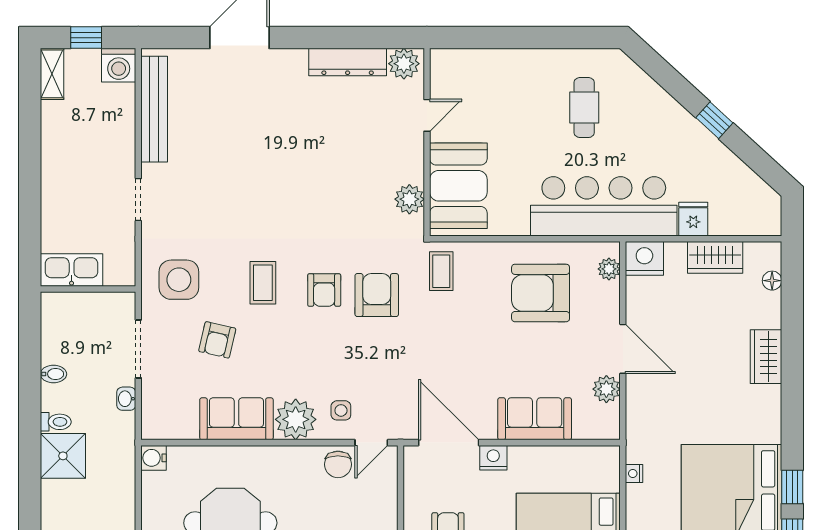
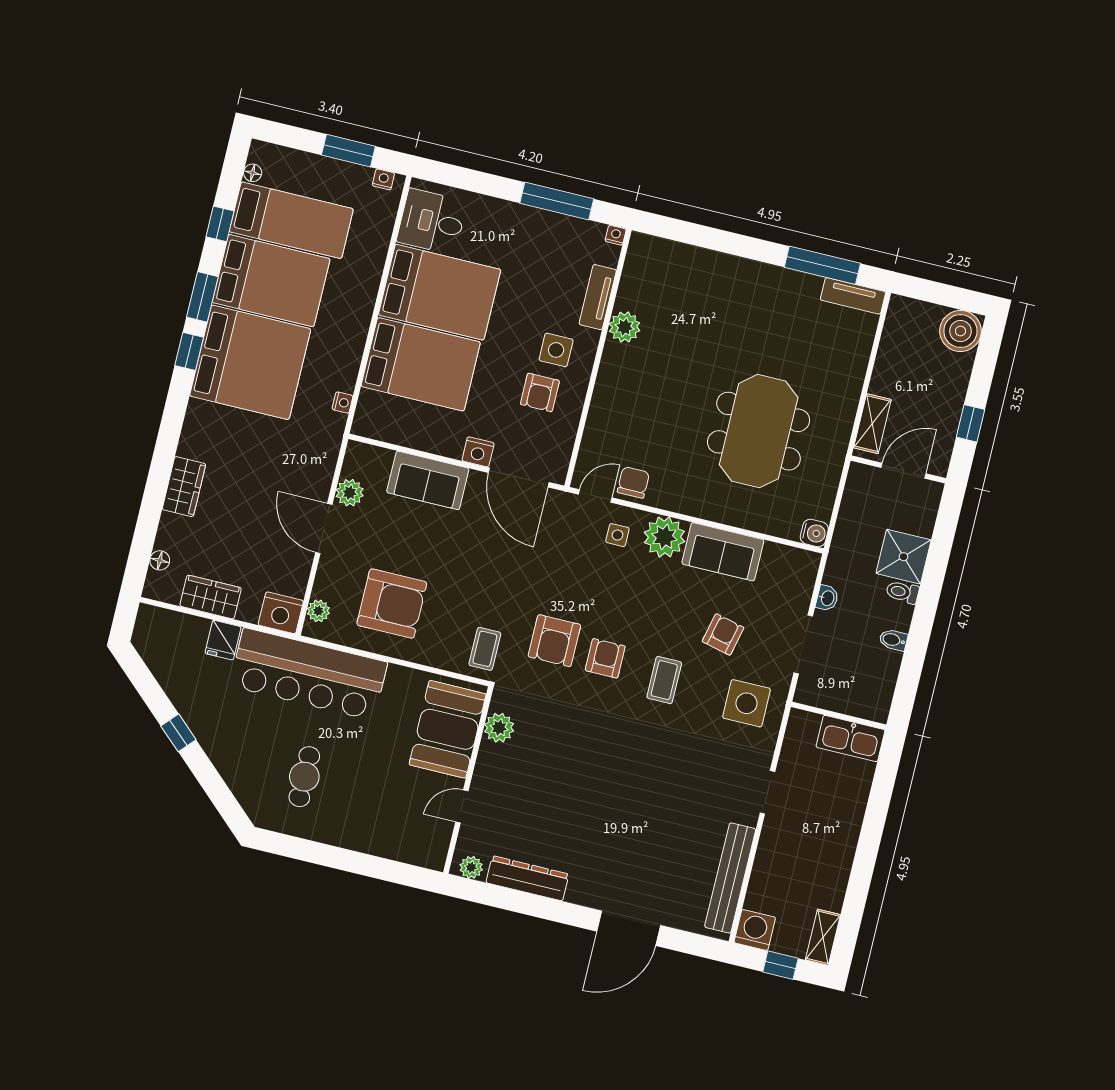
plant: (404, 64) -> (471, 867), width x0.73, depth x0.73

